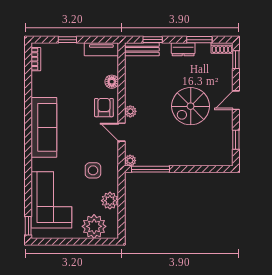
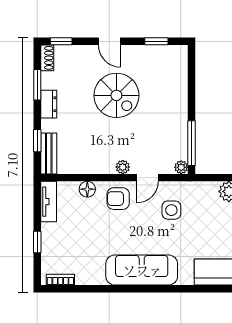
side table: (93, 170) -> (171, 210), moved

